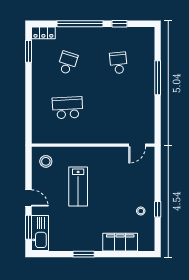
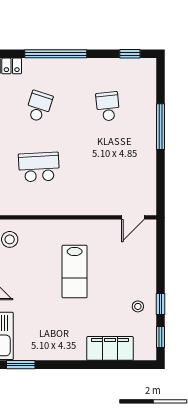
window: (119, 24) -> (130, 54), moved
lab bench: (78, 186) -> (75, 272), moved
window: (158, 234) -> (161, 337), added
window: (84, 254) -> (21, 365), moved

